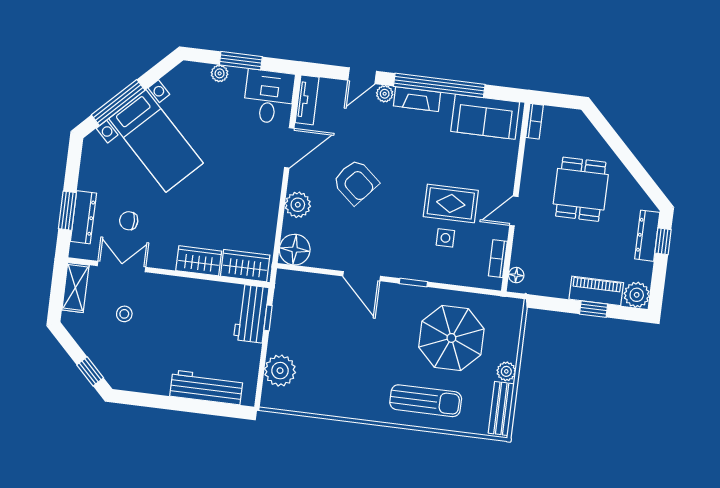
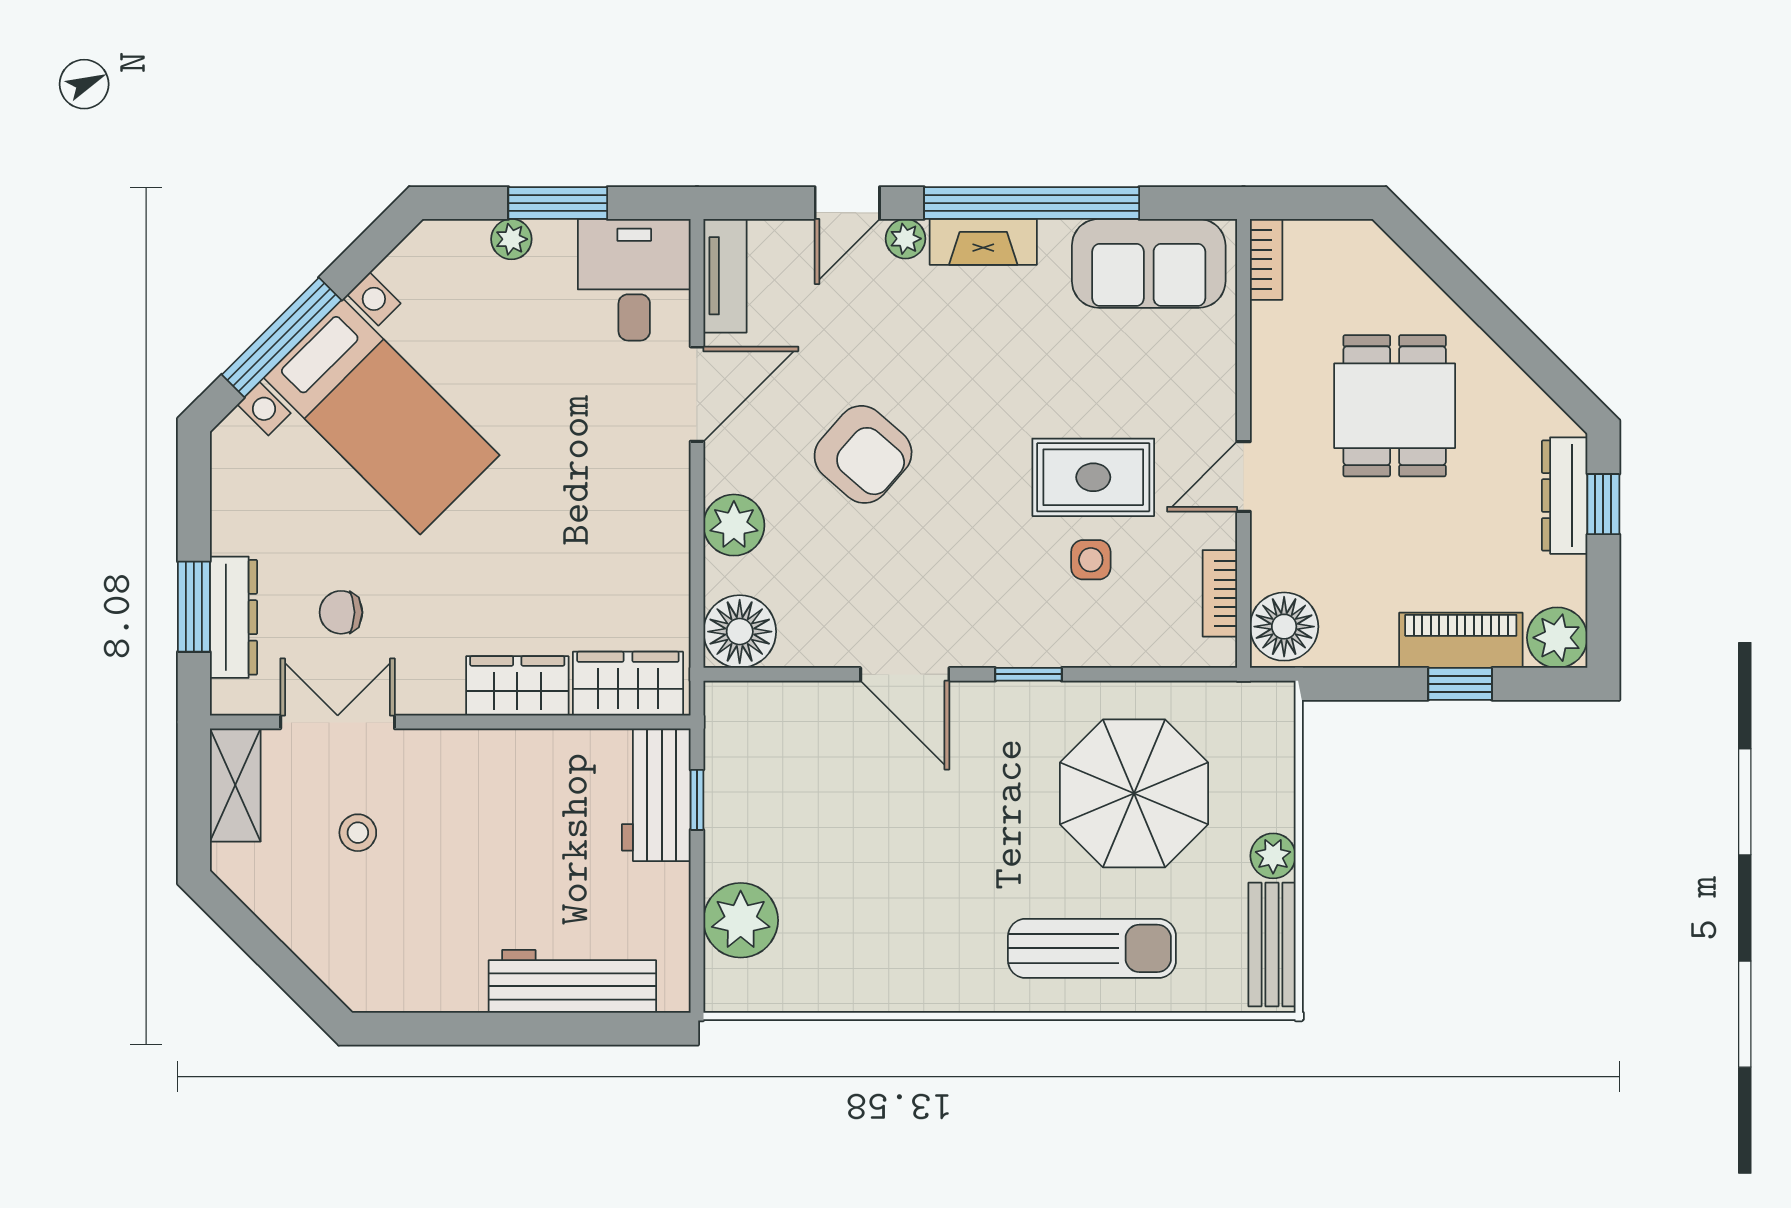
floor lamp: (516, 275) -> (1284, 627), width x1.89, depth x1.89
window: (90, 371) -> (294, 978), removed

